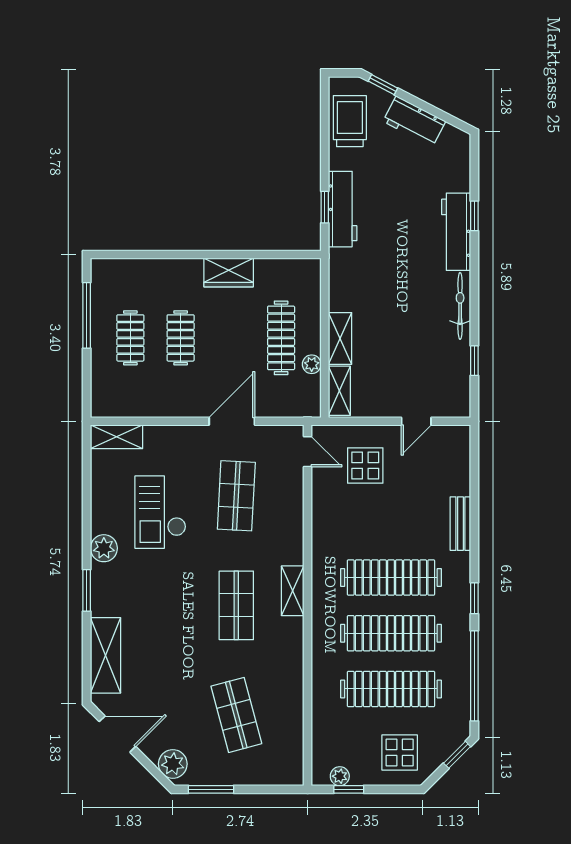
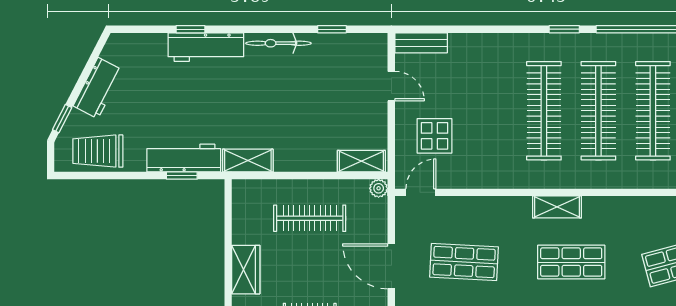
shelving: (340, 338) -> (248, 161), moved
plant: (312, 364) -> (379, 188), moved
bench: (460, 524) -> (421, 43), moved

